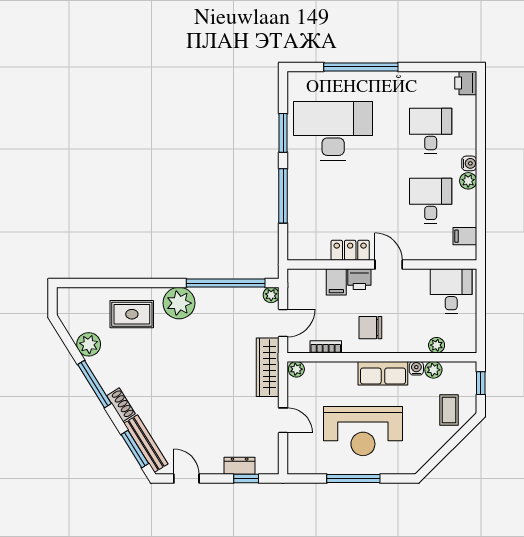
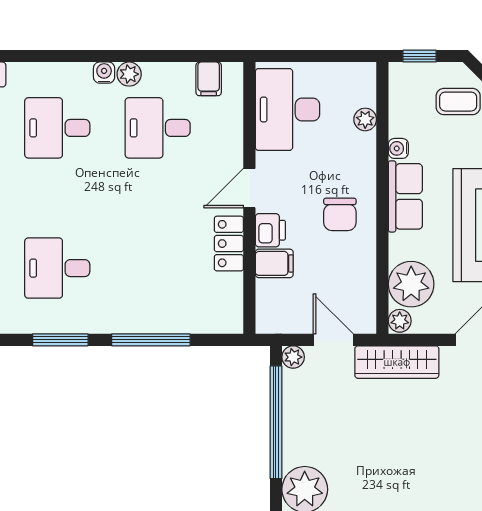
desk: (333, 131) -> (57, 268), width x0.53, depth x0.77
desk: (451, 291) -> (287, 110), width x1.37
bookcase: (326, 347) -> (367, 279), removed
plant: (433, 370) -> (411, 284), moved, width x1.87, depth x1.87

